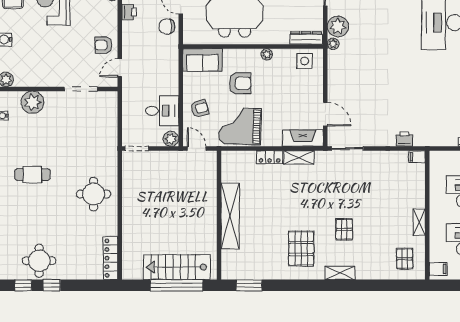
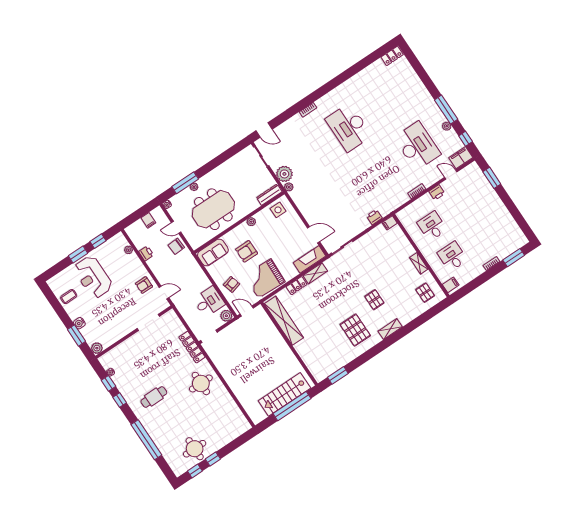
door: (120, 68) -> (164, 292), swing flipped
armchair: (240, 83) -> (247, 251), turned 180
plant: (33, 102) -> (123, 351), removed
shelving: (230, 216) -> (284, 321), moved
locker: (111, 258) -> (192, 347), moved

